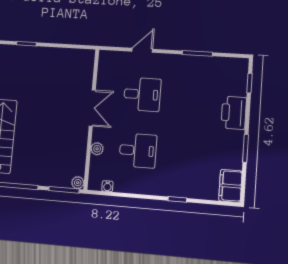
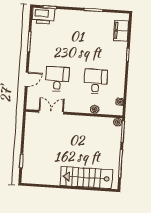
door: (142, 50) -> (27, 79), swing flipped
double door: (92, 108) -> (51, 112), moved
printer: (234, 113) -> (43, 16), moved
filing cabinet: (230, 186) -> (121, 31), moved, turned 90

